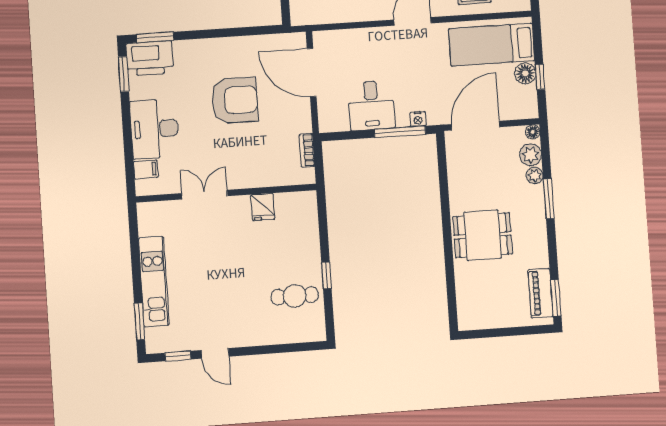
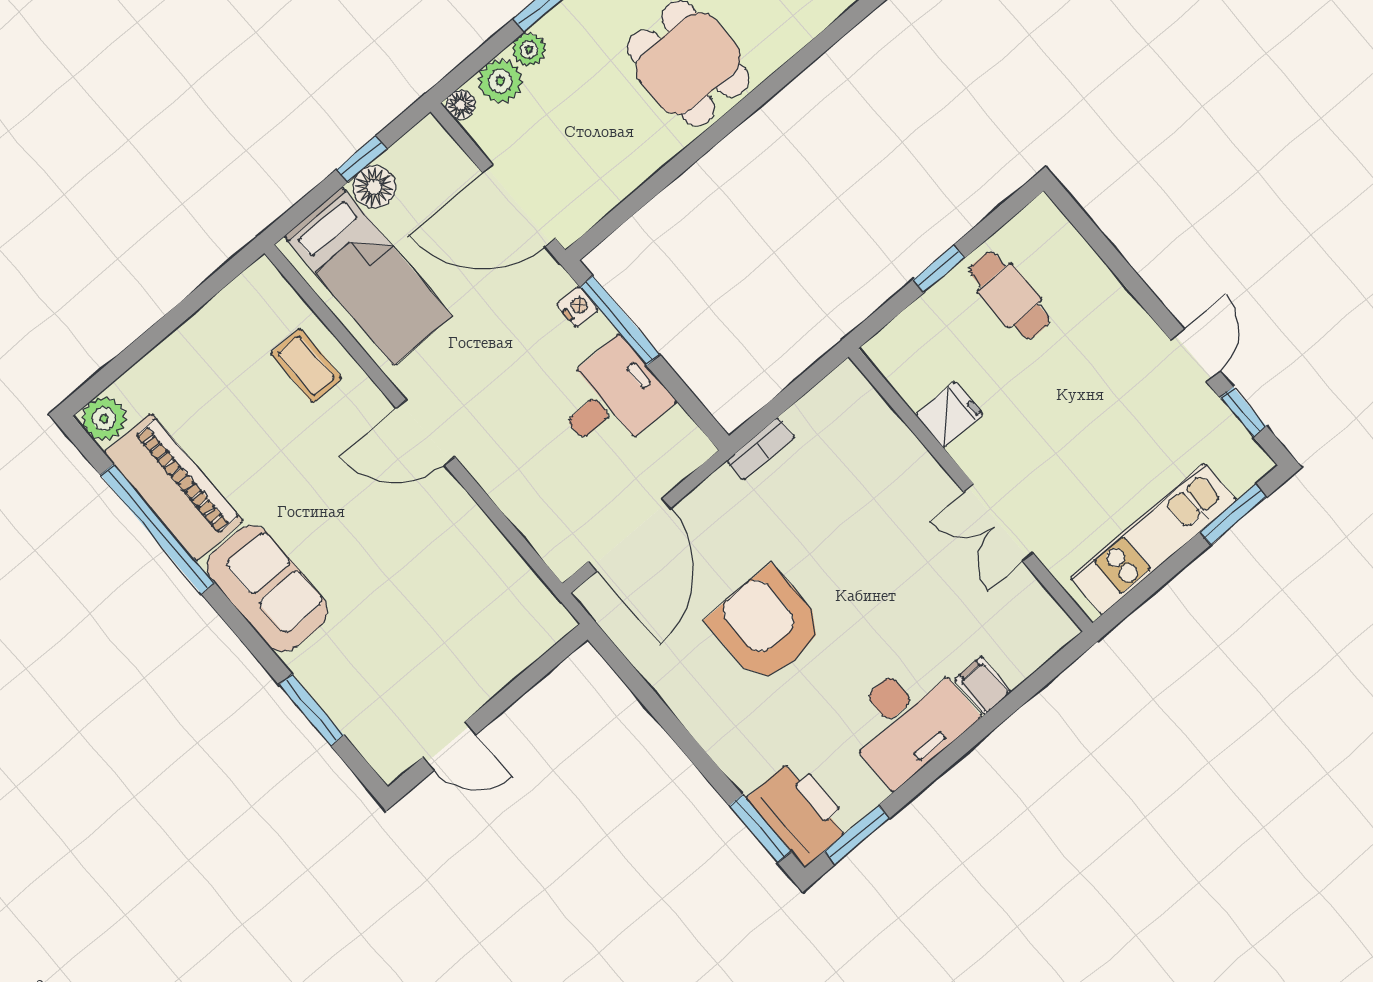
wall: (226, 193) -> (971, 490), moved
double door: (205, 195) -> (998, 523), moved
fridge: (263, 207) -> (949, 414), moved

